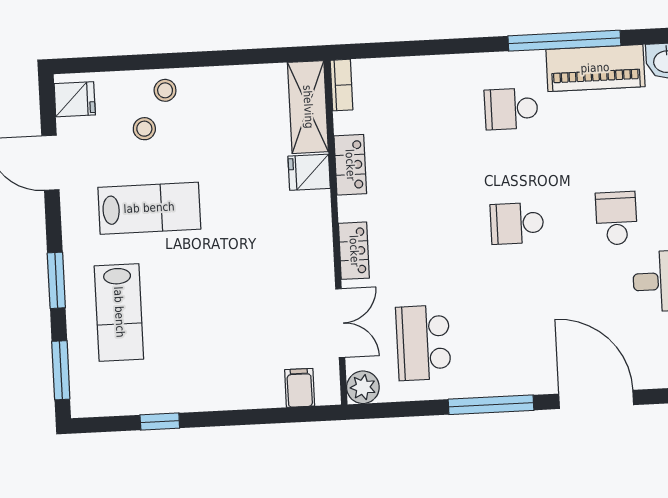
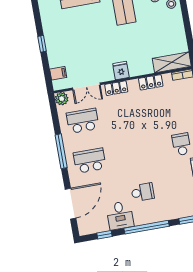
fridge: (309, 172) -> (121, 70), moved
school desk: (517, 223) -> (90, 161), moved, width x1.85
door: (596, 399) -> (70, 204), moved
window: (160, 422) -> (42, 44), moved

